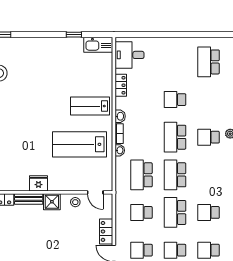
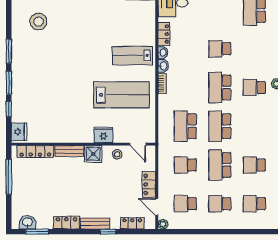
lab bench: (80, 144) -> (122, 95), turned 180
washbasin: (120, 150) -> (163, 53), moved
fridge: (38, 183) -> (103, 135), moved

